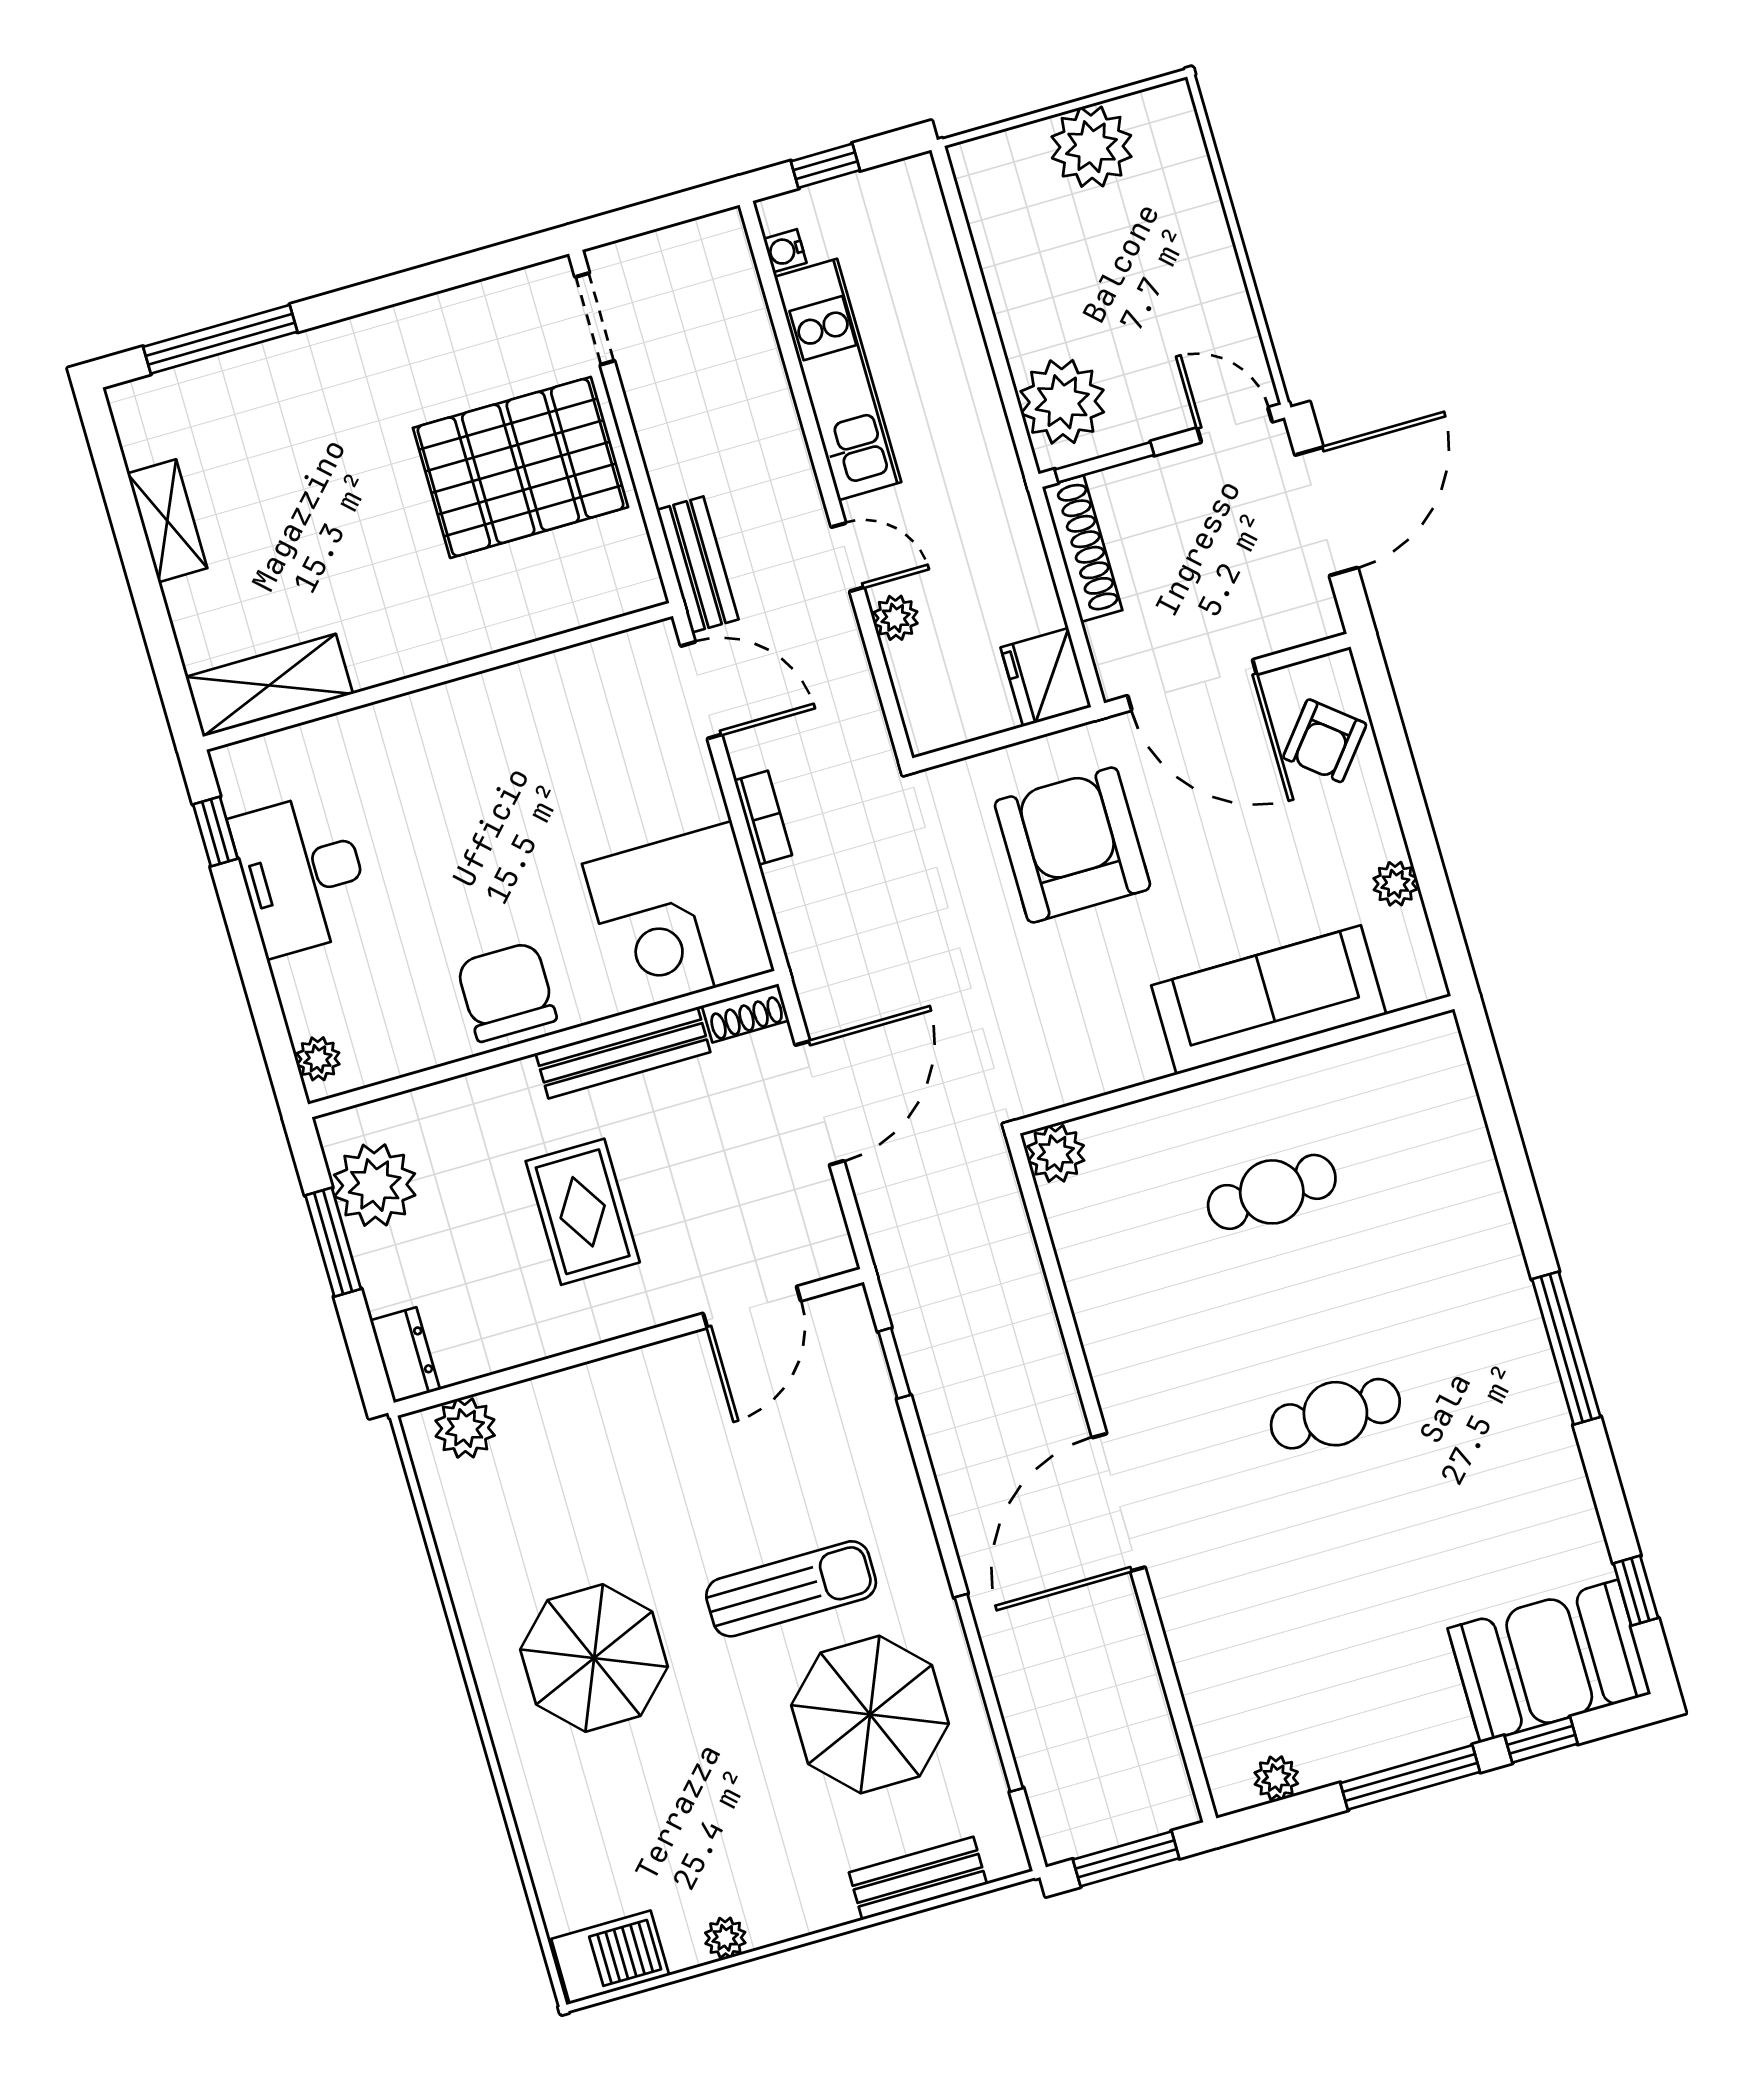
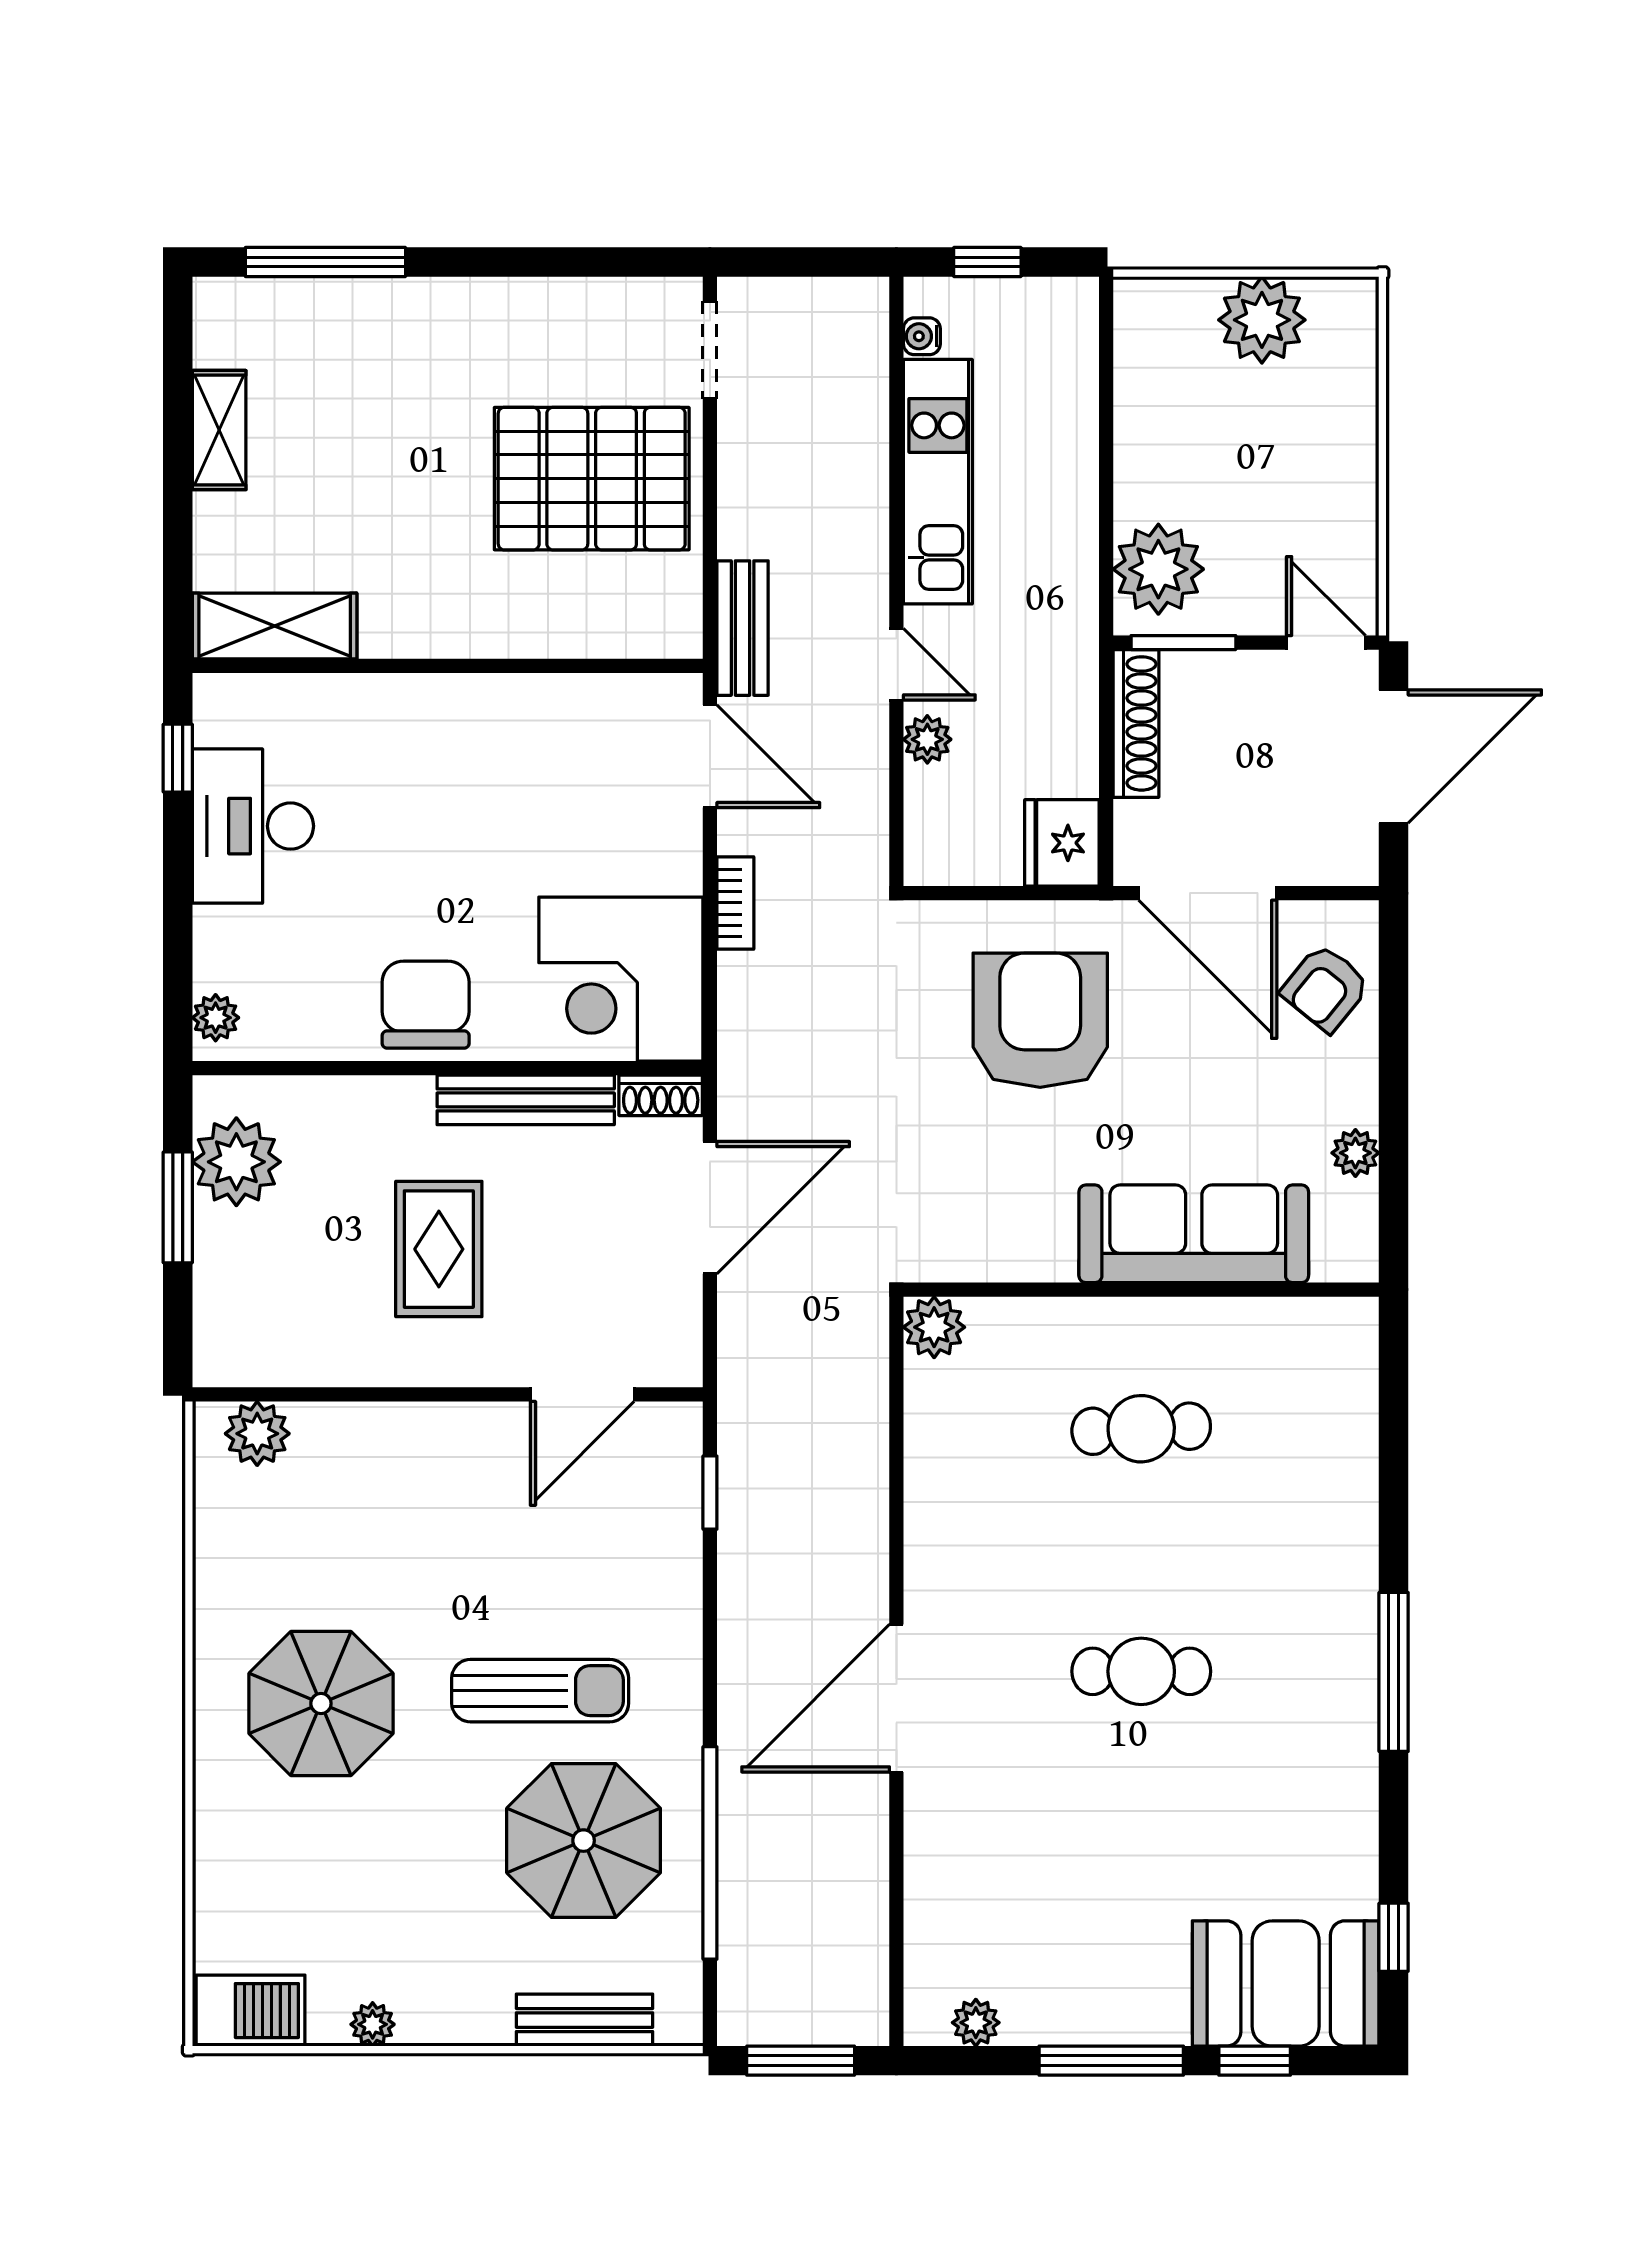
dresser: (405, 1355) -> (218, 1342), removed

